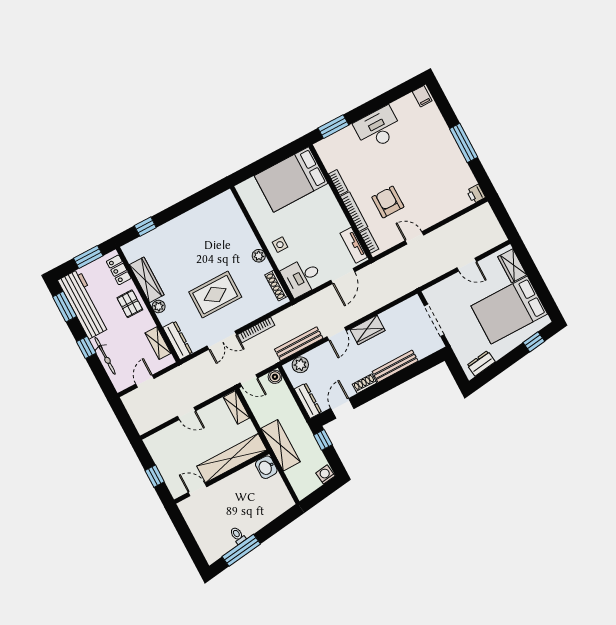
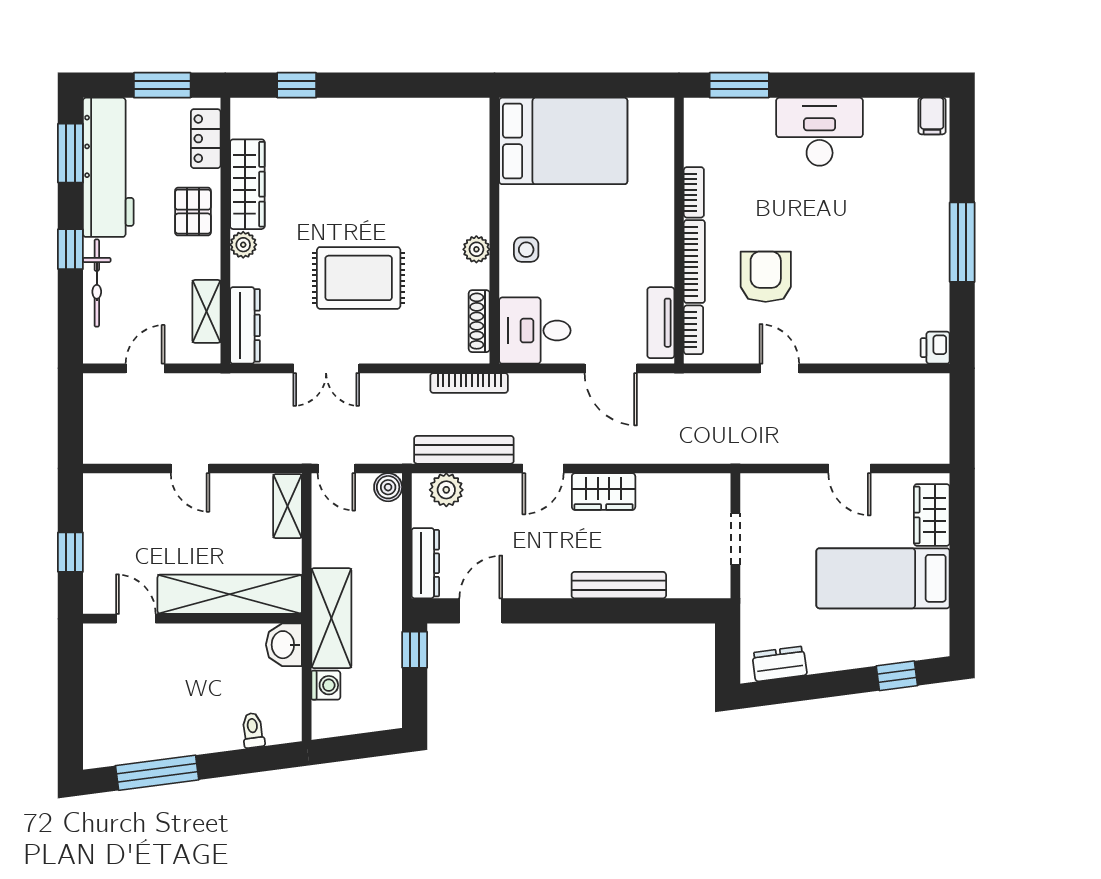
bed: (291, 179) -> (563, 141), moved, turned 180
door: (343, 276) -> (611, 368), hinge flipped
bed: (509, 310) -> (883, 578), width x0.67
doorway: (434, 320) -> (735, 539), width x0.73
bookcase: (256, 330) -> (469, 383), moved
shoe rack: (365, 384) -> (546, 587), removed
washing machine: (325, 474) -> (326, 685), moved, turned 97
toilet: (238, 535) -> (253, 730), moved

